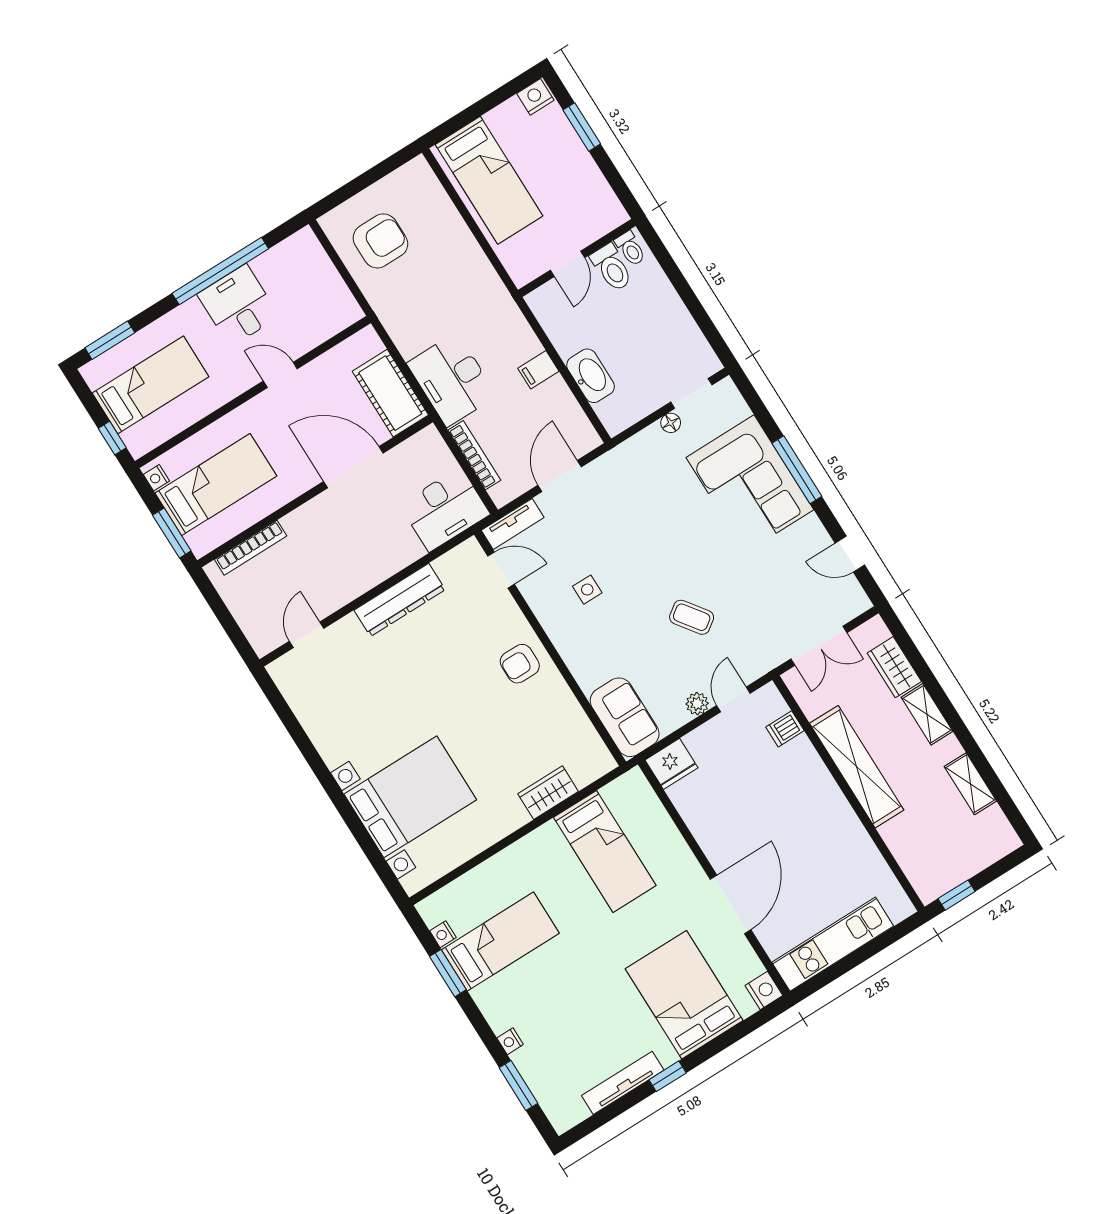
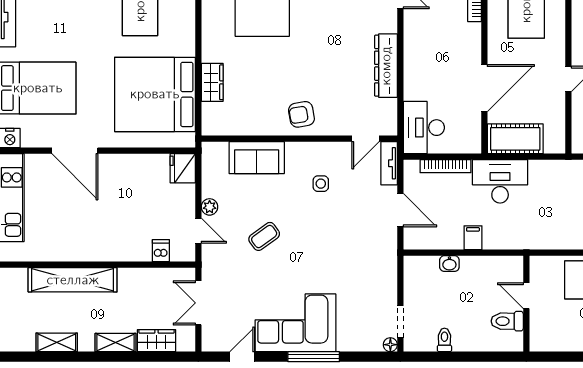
toilet: (630, 249) -> (444, 340), moved, turned 90
washbasin: (591, 376) -> (449, 264), width x0.52, depth x0.69
floor lamp: (671, 423) -> (390, 345), moved
corner sofa: (750, 484) -> (295, 323), moved
armchair: (520, 664) -> (301, 114), turned -100
sofa: (625, 717) -> (257, 158), moved
shelving: (857, 767) -> (73, 280), moved
bed: (605, 851) -> (155, 94), width x2.04

